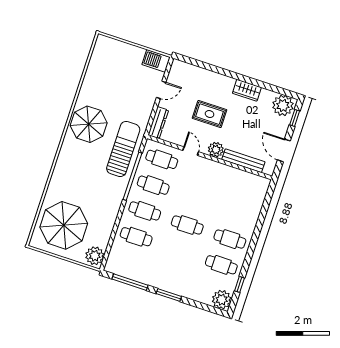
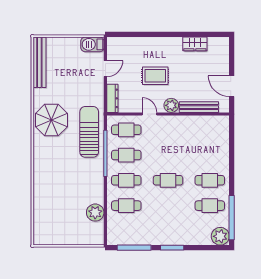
bench: (96, 61) -> (39, 62), added
wardrobe: (247, 90) -> (195, 44), moved
plant: (283, 105) -> (218, 47), removed
window: (295, 118) -> (232, 54), removed
parasol: (64, 225) -> (59, 217), removed
plant: (95, 256) -> (95, 213), moved
window: (240, 284) -> (232, 218), width x3.17

